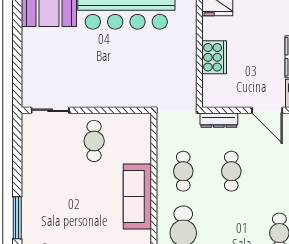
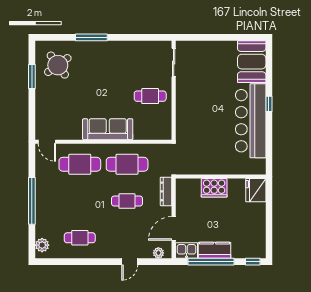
cafe table: (183, 171) -> (127, 164), width x1.37, depth x1.35

